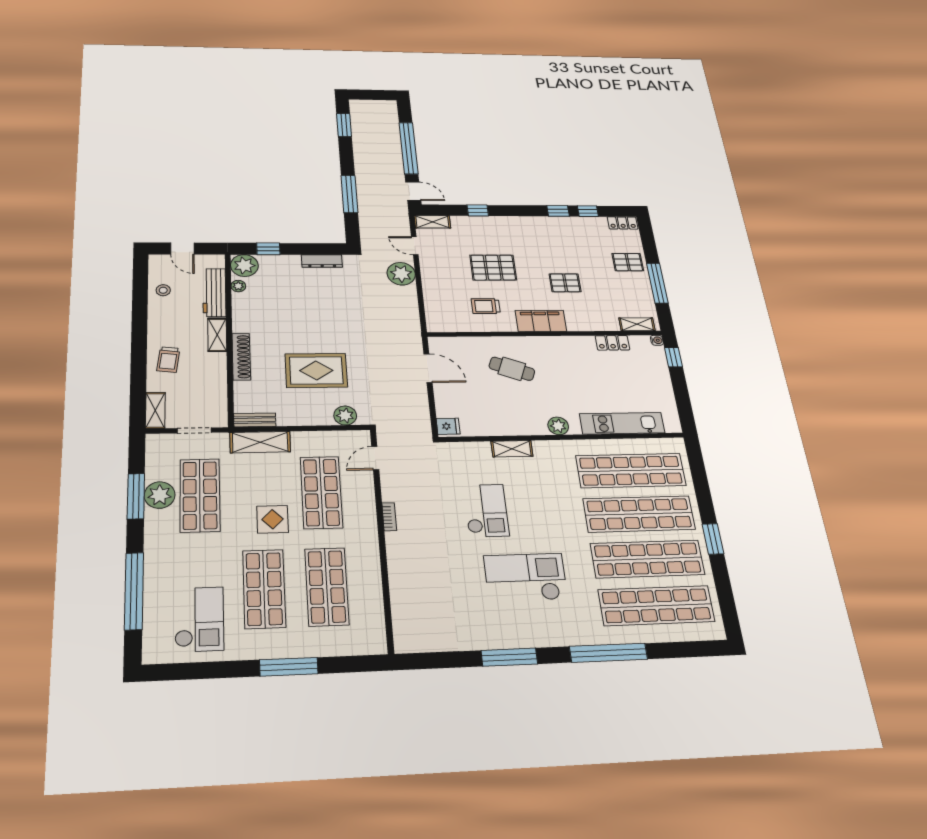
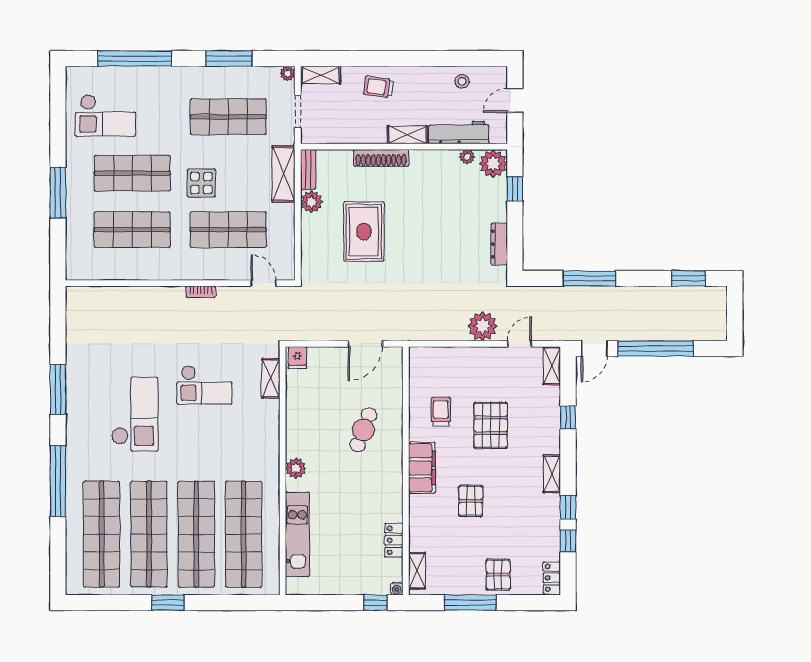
shelving: (530, 222) -> (552, 474), added
plant: (345, 416) -> (312, 202), moved
shelving: (512, 449) -> (271, 378), moved
plant: (160, 495) -> (288, 73), moved, width x0.53, depth x0.53

